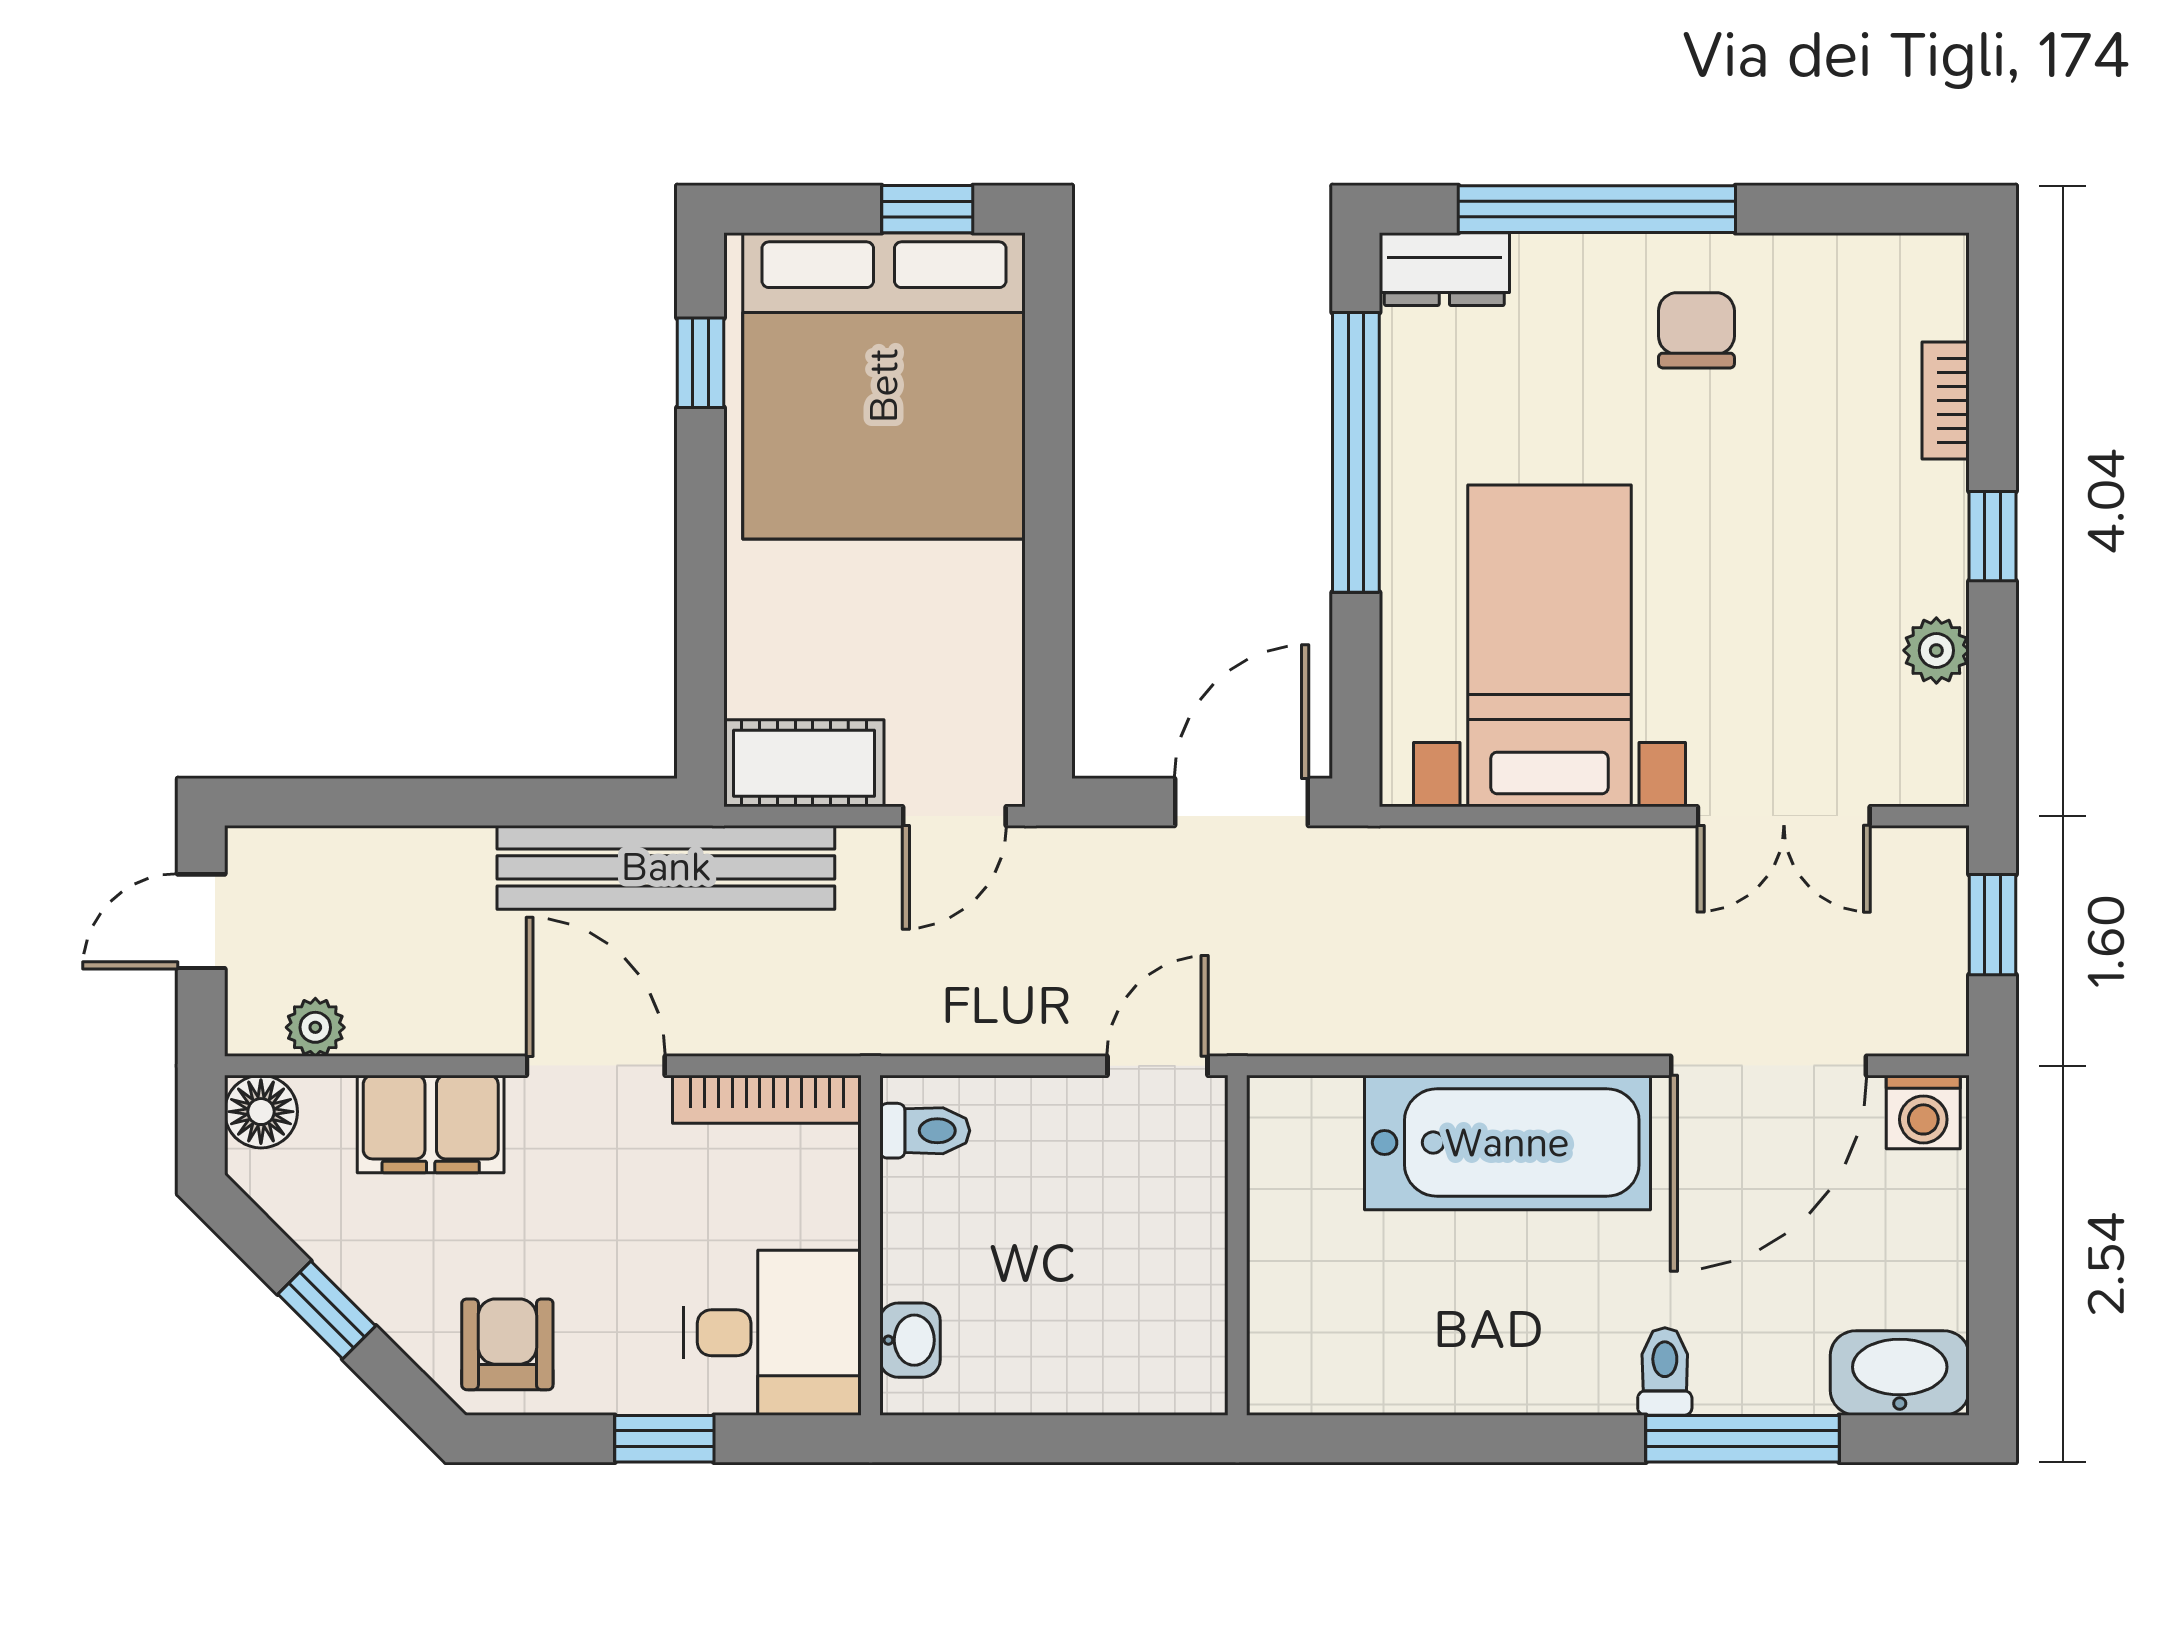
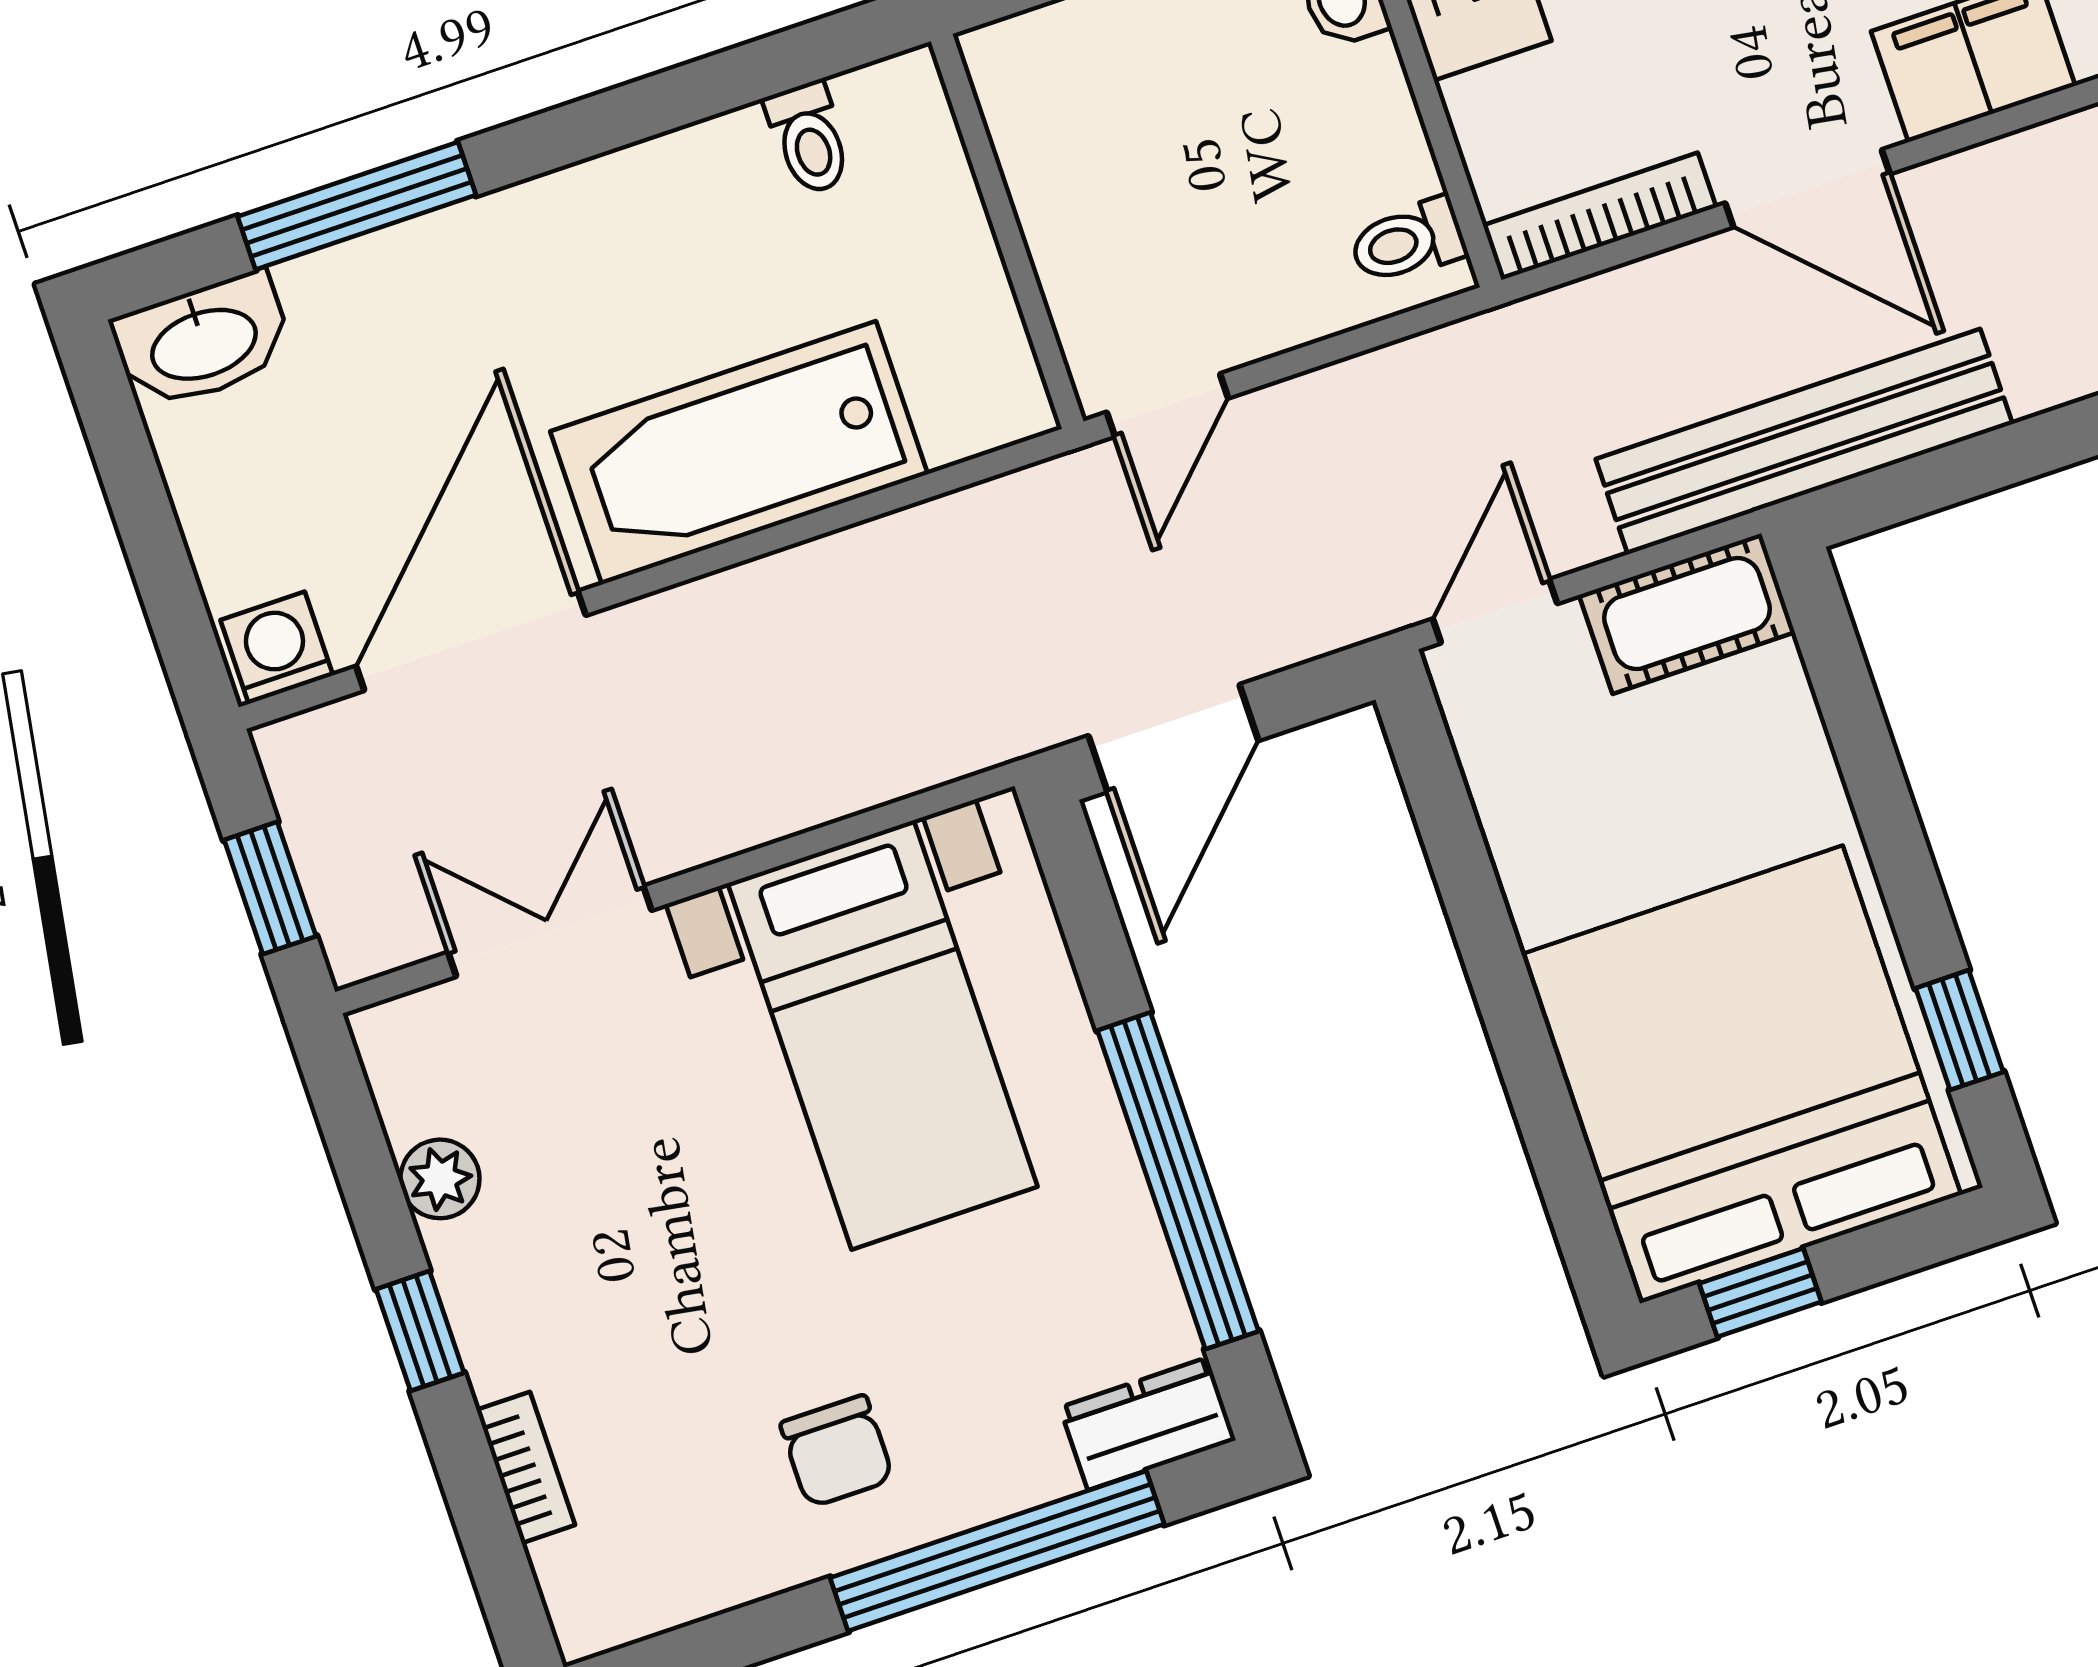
toilet: (1665, 1371) -> (809, 138), moved

